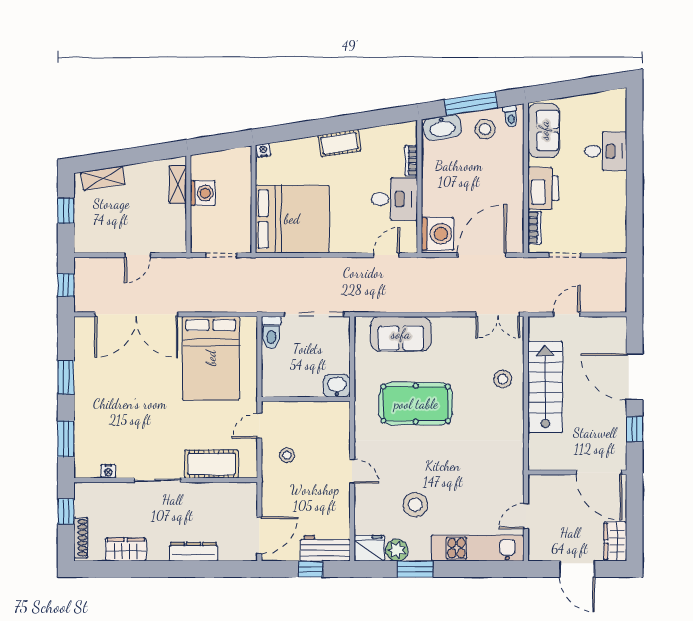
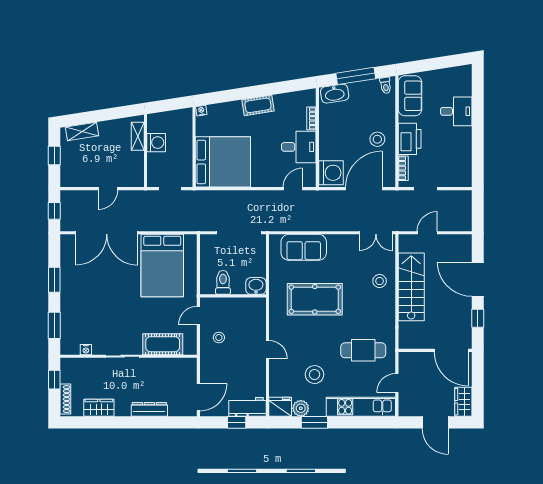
stool: (485, 129) -> (377, 139), moved
toilet: (271, 333) -> (223, 282), moved, turned 180
cafe table: (481, 472) -> (363, 350), added

